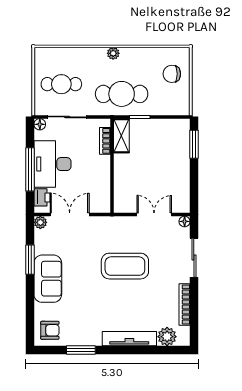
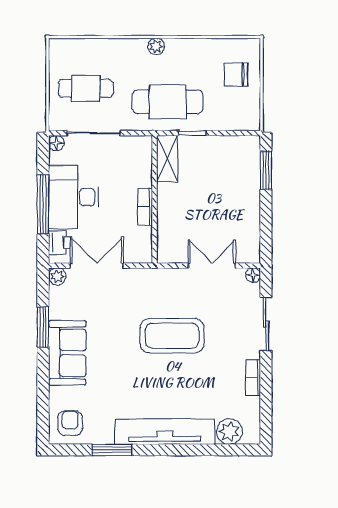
bookcase: (105, 141) -> (145, 207), moved
bookcase: (185, 304) -> (253, 378), width x0.64
armchair: (50, 330) -> (70, 423), turned -90
tv unit: (129, 339) -> (165, 432), width x1.36, depth x1.29

